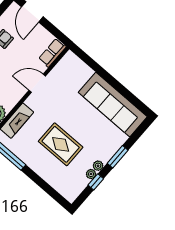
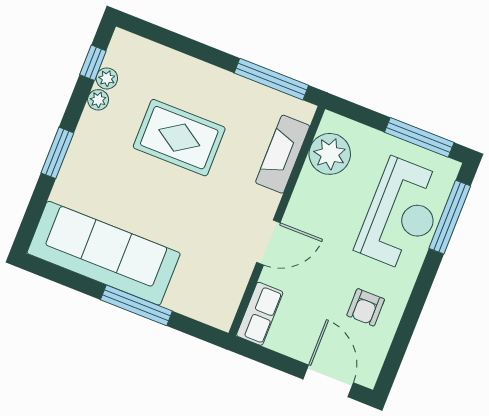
window: (106, 76) -> (136, 305), added
plant: (98, 166) -> (107, 78), moved
window: (96, 182) -> (93, 63), moved

